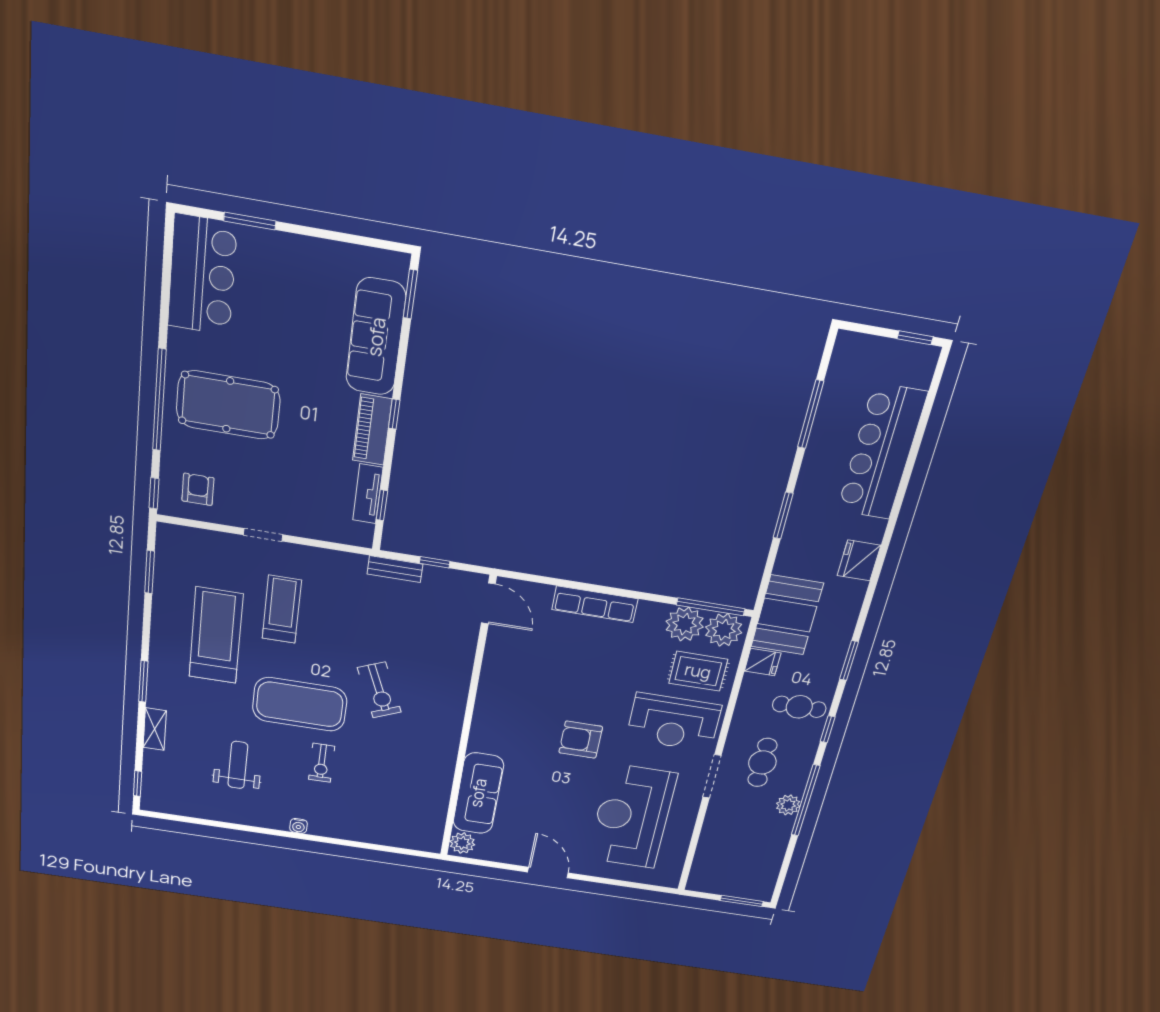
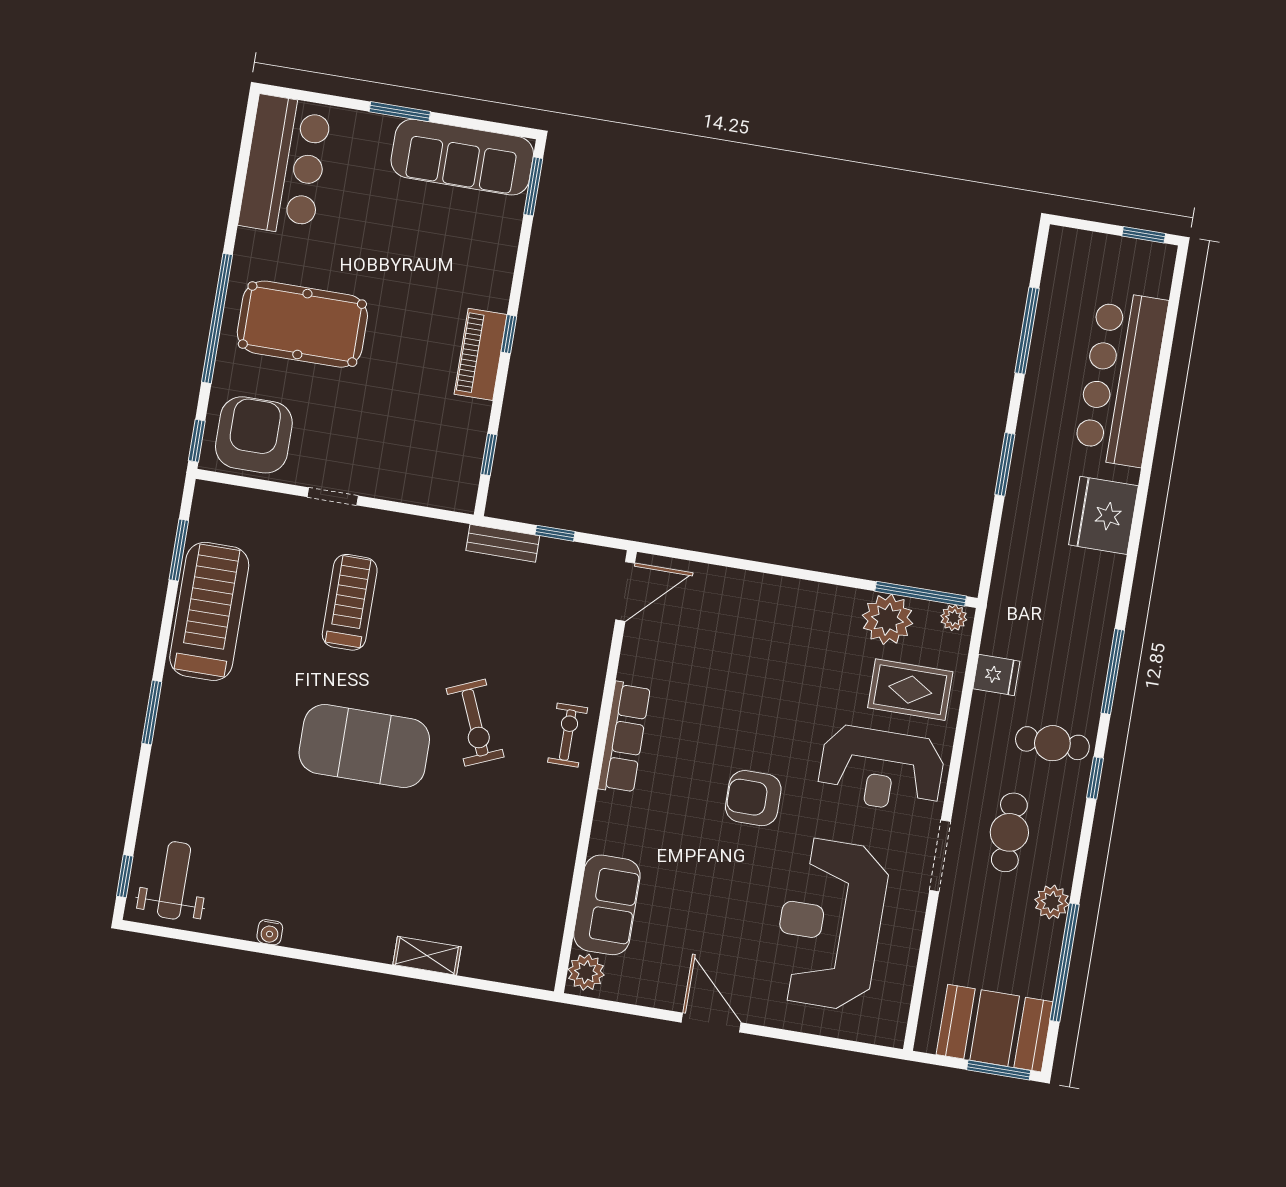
window: (250, 221) -> (400, 112), moved
sofa: (376, 337) -> (462, 157), moved, turned -90
armchair: (198, 489) -> (254, 435), width x1.88, depth x1.88
tv unit: (368, 494) -> (471, 439), removed
fridge: (859, 560) -> (1103, 515), width x1.36, depth x1.34
door: (488, 603) -> (625, 591), hinge flipped
row of seats: (595, 604) -> (624, 738), moved, turned -90
booth: (787, 615) -> (995, 1028), moved, turned 90
plant: (724, 630) -> (954, 618), width x0.53, depth x0.53
treadmill: (216, 635) -> (209, 611), moved
window: (849, 661) -> (1113, 672), width x1.44
shelving: (155, 729) -> (427, 956), moved, turned 90
exercise bike: (322, 763) -> (568, 735), moved, turned 180
weight bench: (238, 765) -> (174, 880), moved
sofa: (478, 793) -> (607, 905), width x0.73
window: (806, 800) -> (1065, 962), moved
water cooler: (299, 826) -> (270, 932), moved

